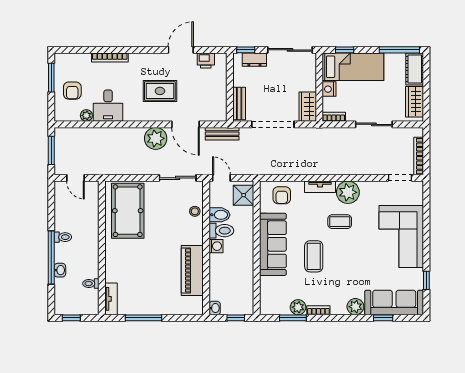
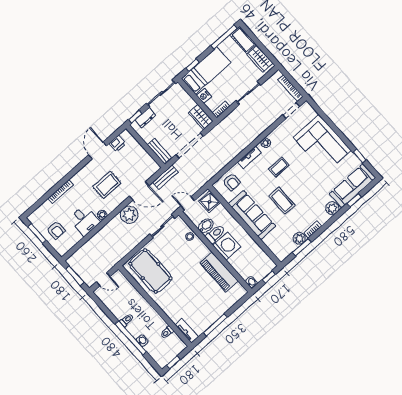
plant: (86, 115) -> (102, 215), moved
plant: (348, 192) -> (266, 143), width x0.53, depth x0.53
washing machine: (216, 246) -> (227, 246), width x1.89, depth x1.89

